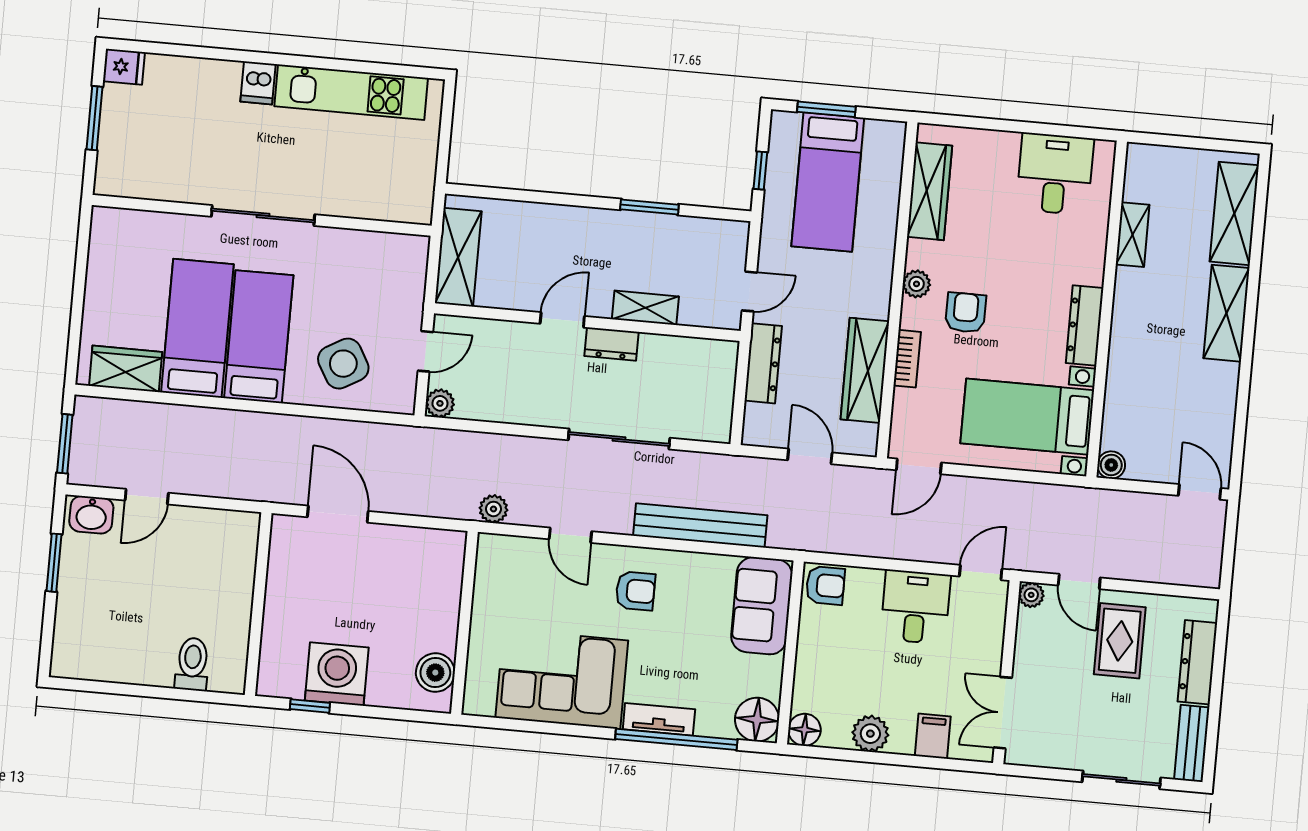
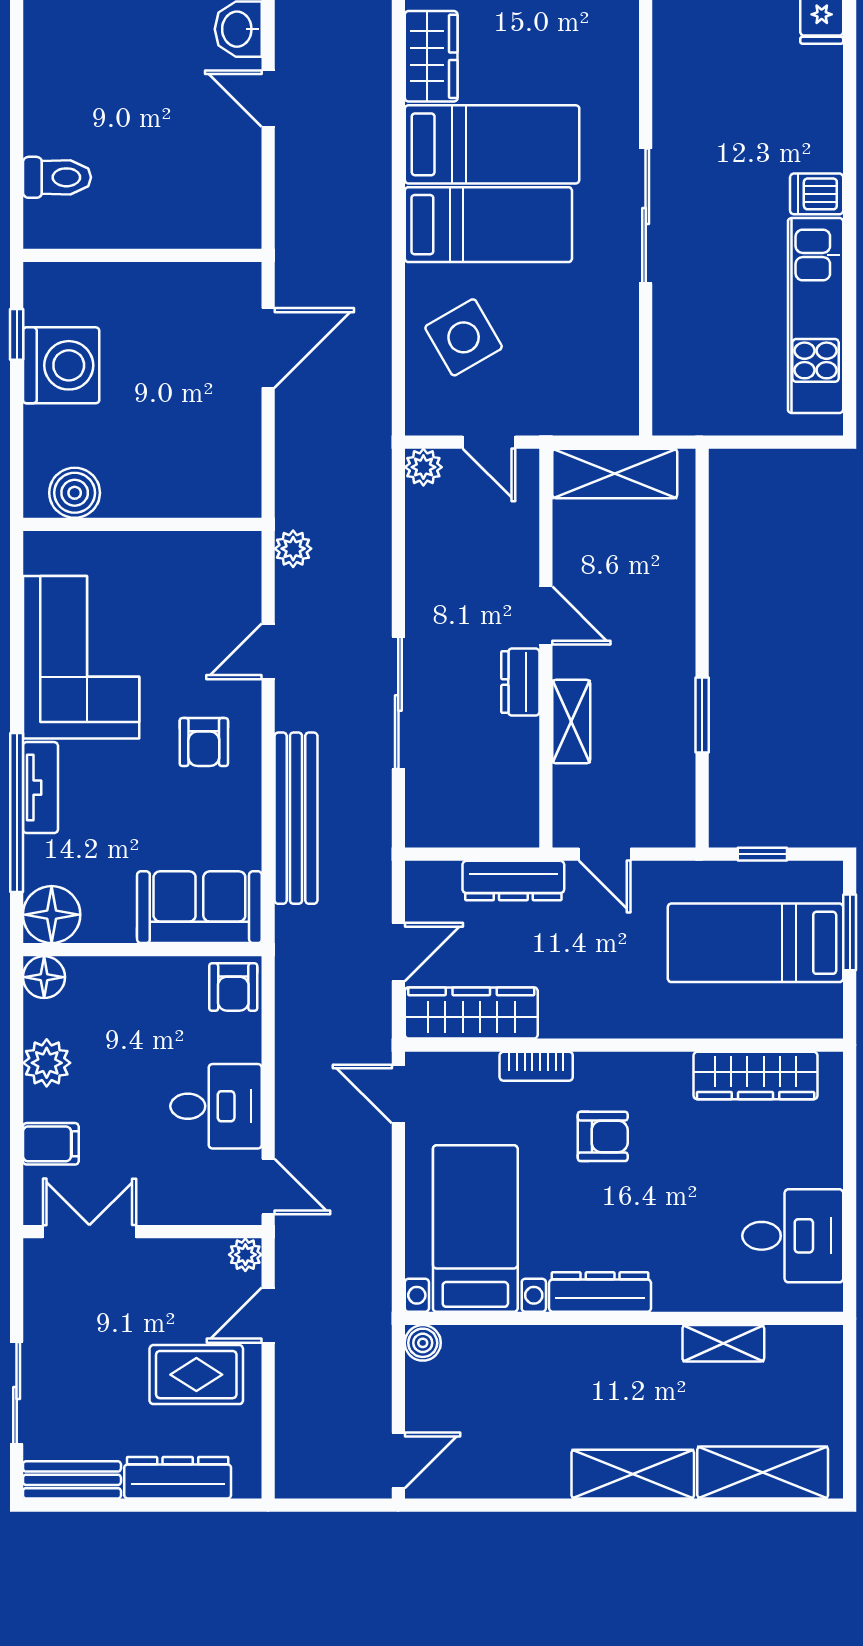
plant: (917, 284) -> (634, 1070), removed
wardrobe: (865, 370) -> (471, 1013), moved

